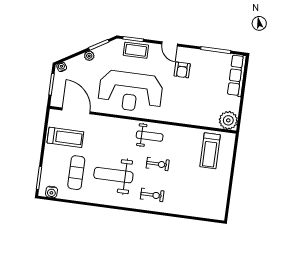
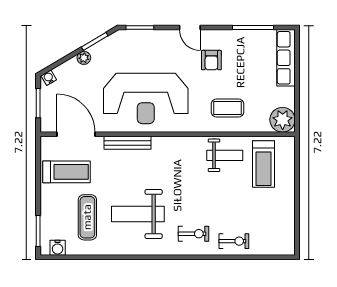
coffee table: (136, 50) -> (227, 108), moved
bench: (113, 122) -> (128, 143), added
weight bench: (150, 136) -> (225, 155), moved
exercise bike: (158, 164) -> (234, 241), moved

